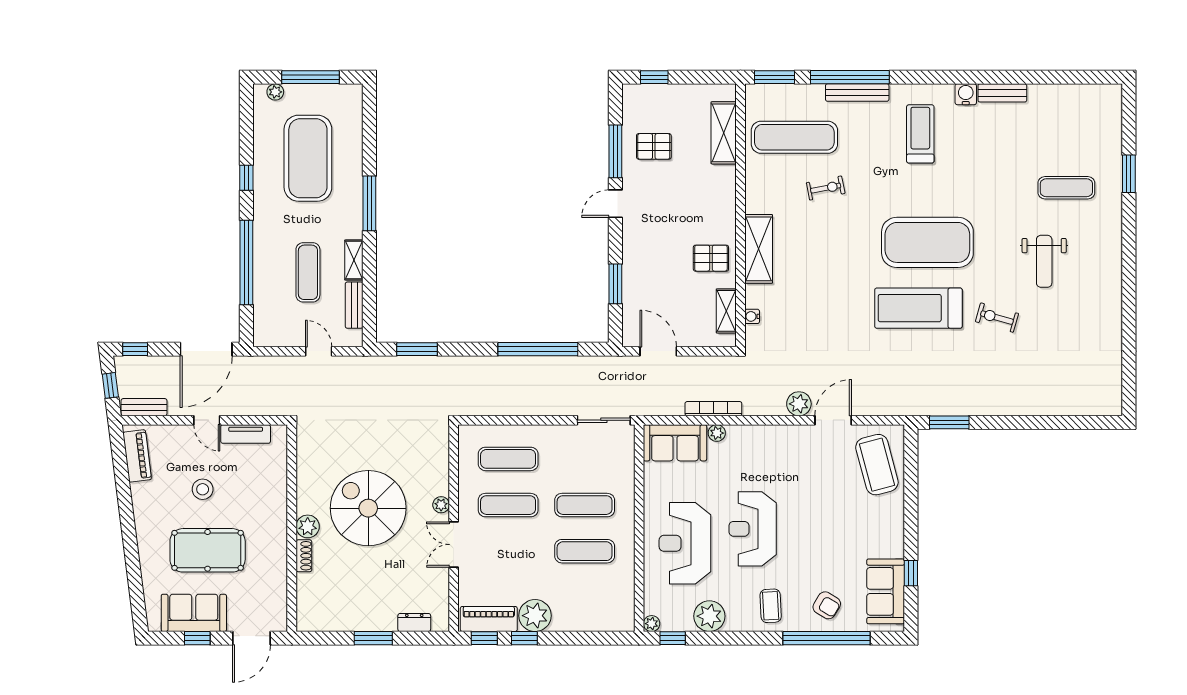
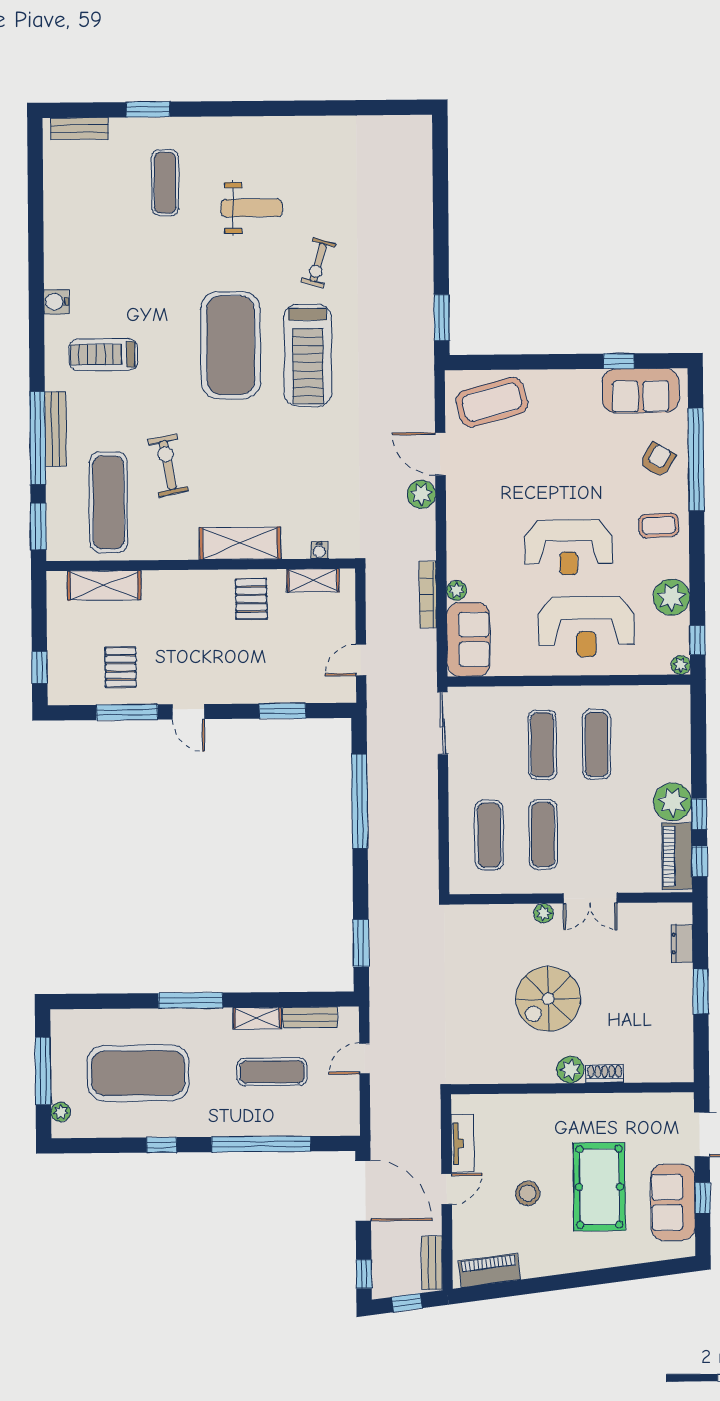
bench: (1002, 93) -> (80, 129), moved, turned 90
exercise bike: (826, 188) -> (168, 465), width x1.38, depth x1.39
door: (658, 351) -> (361, 660), width x0.73
spiral stairs: (368, 508) -> (548, 999), width x0.73, depth x0.73

